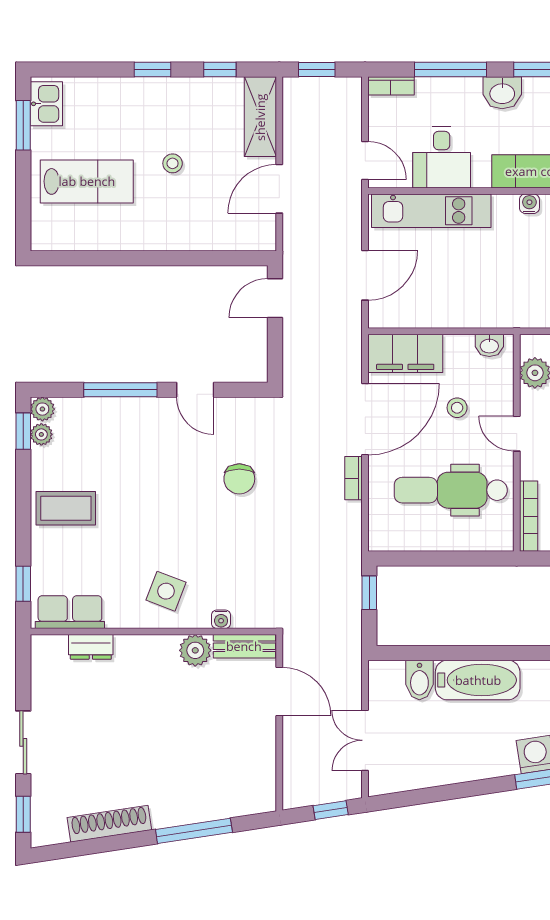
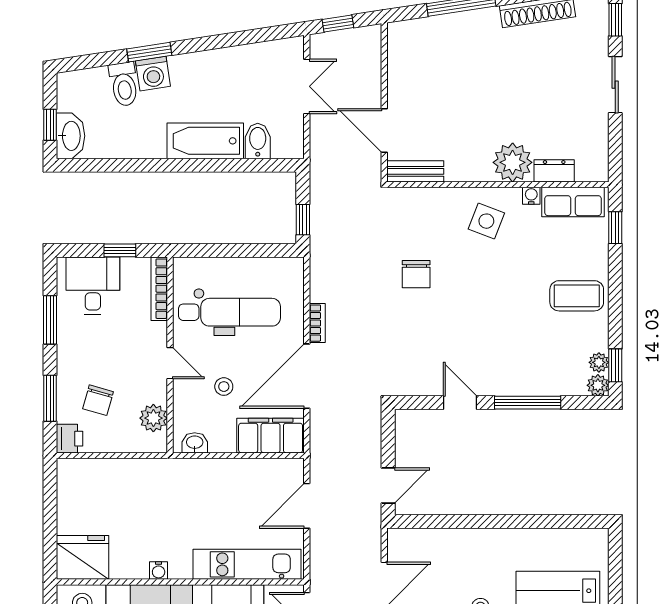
chair: (239, 479) -> (416, 274), moved, turned 180
water cooler: (221, 619) -> (531, 196), moved
plant: (195, 650) -> (513, 162), moved, width x1.36, depth x1.36

